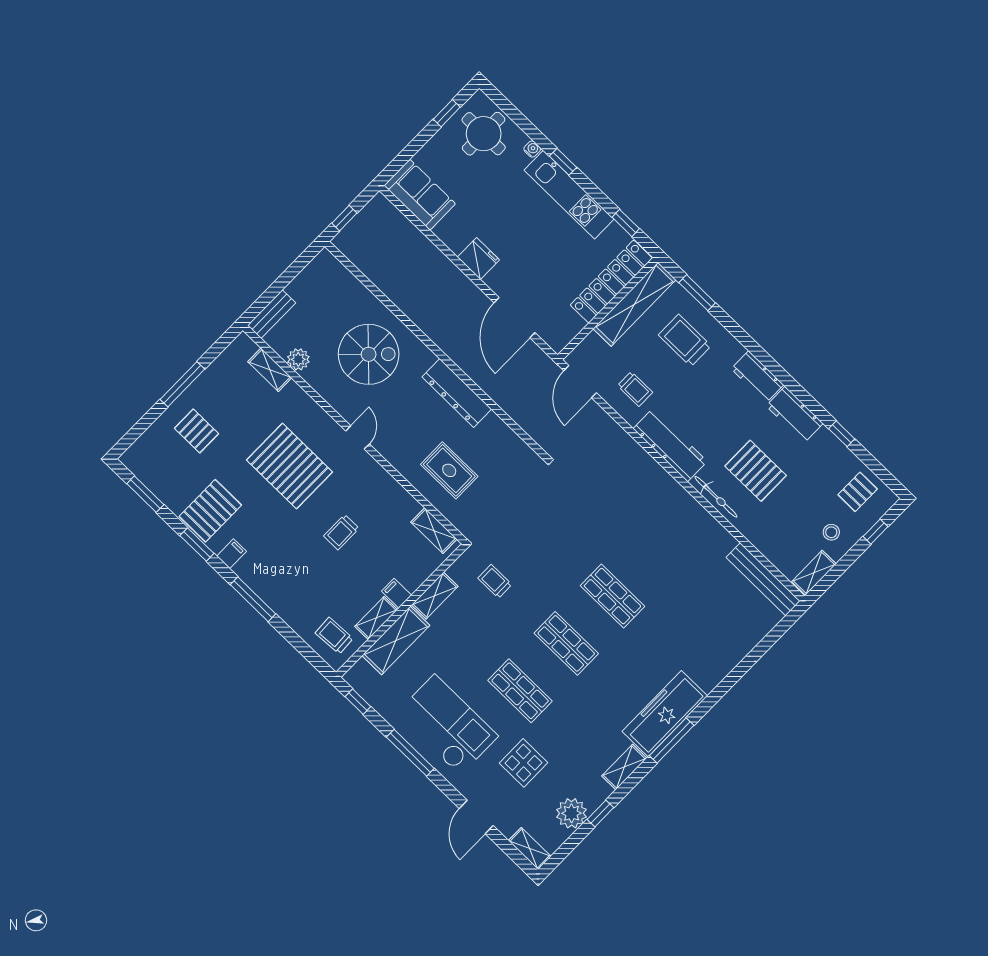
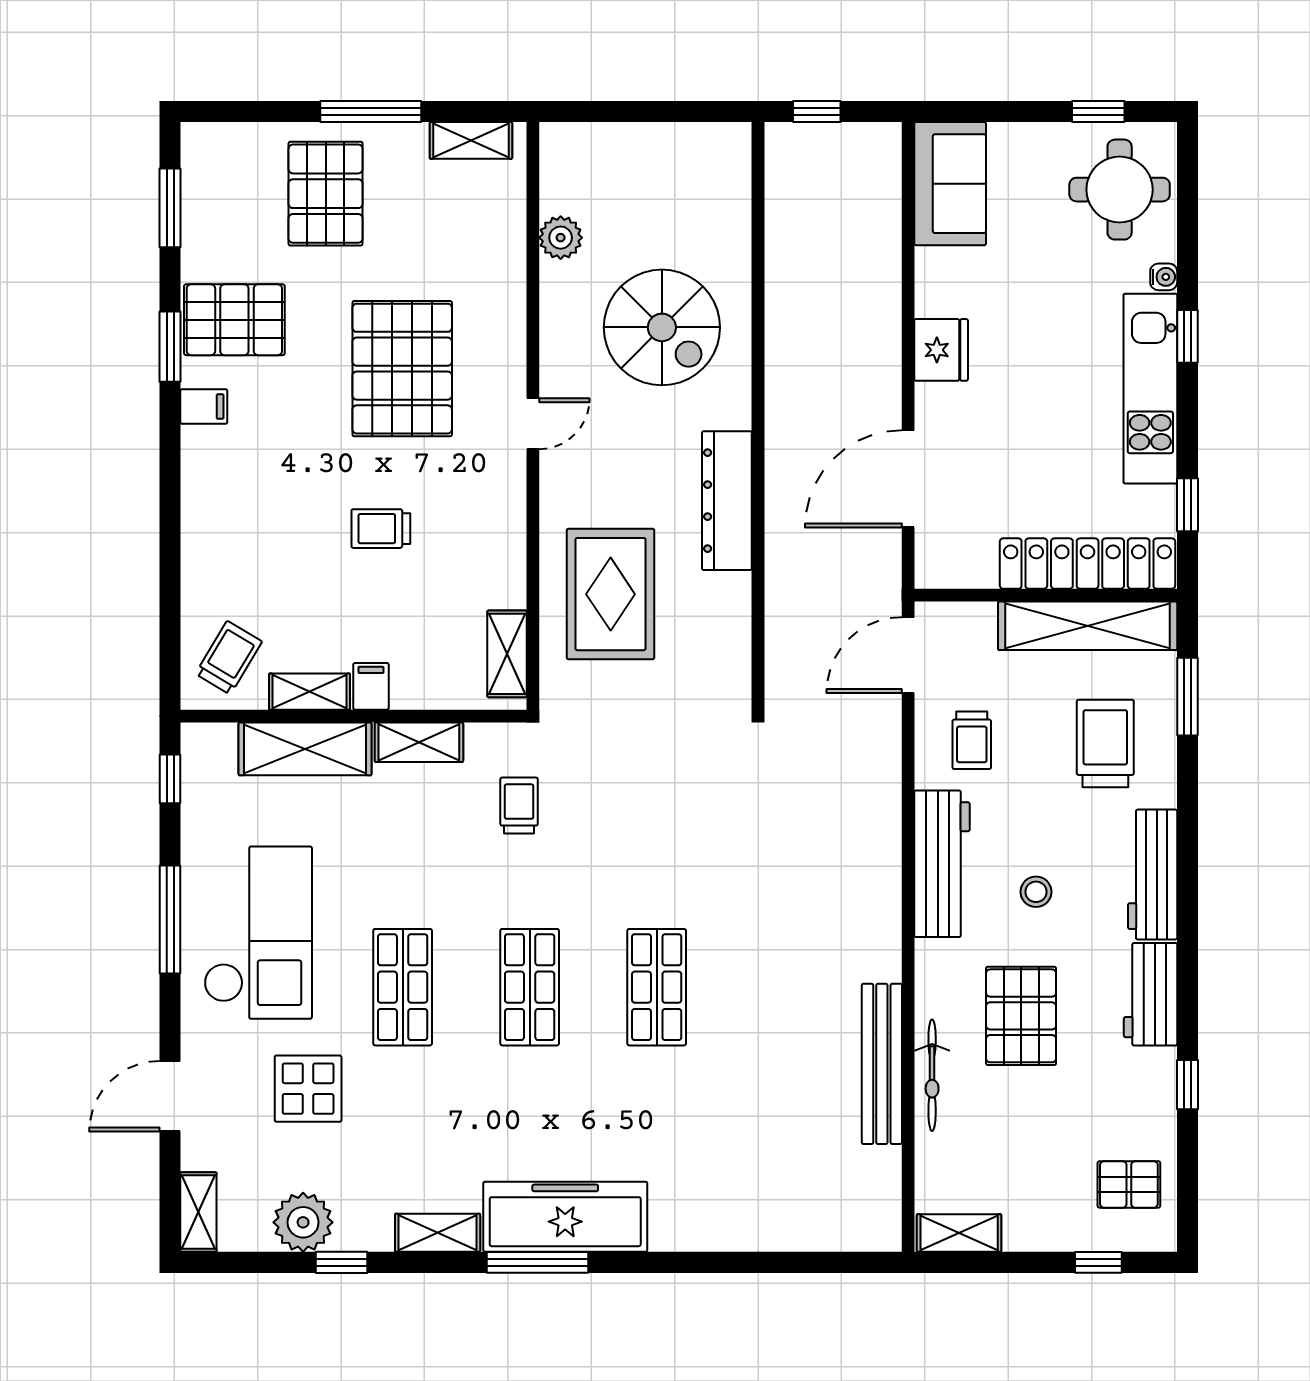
bench: (272, 314) -> (587, 140), removed
shelving: (270, 370) -> (471, 140), moved, turned 90
workbench: (757, 377) -> (1153, 875), width x1.38
pallet: (196, 431) -> (326, 194), width x1.50, depth x1.42
rug: (449, 470) -> (611, 594), width x1.36, depth x1.43
bicycle: (716, 497) -> (932, 1075), moved
stool: (831, 532) -> (1036, 892), moved
bench: (763, 579) -> (882, 1064), moved
window: (253, 599) -> (170, 497), removed
trolley: (334, 636) -> (229, 658), turned 34

